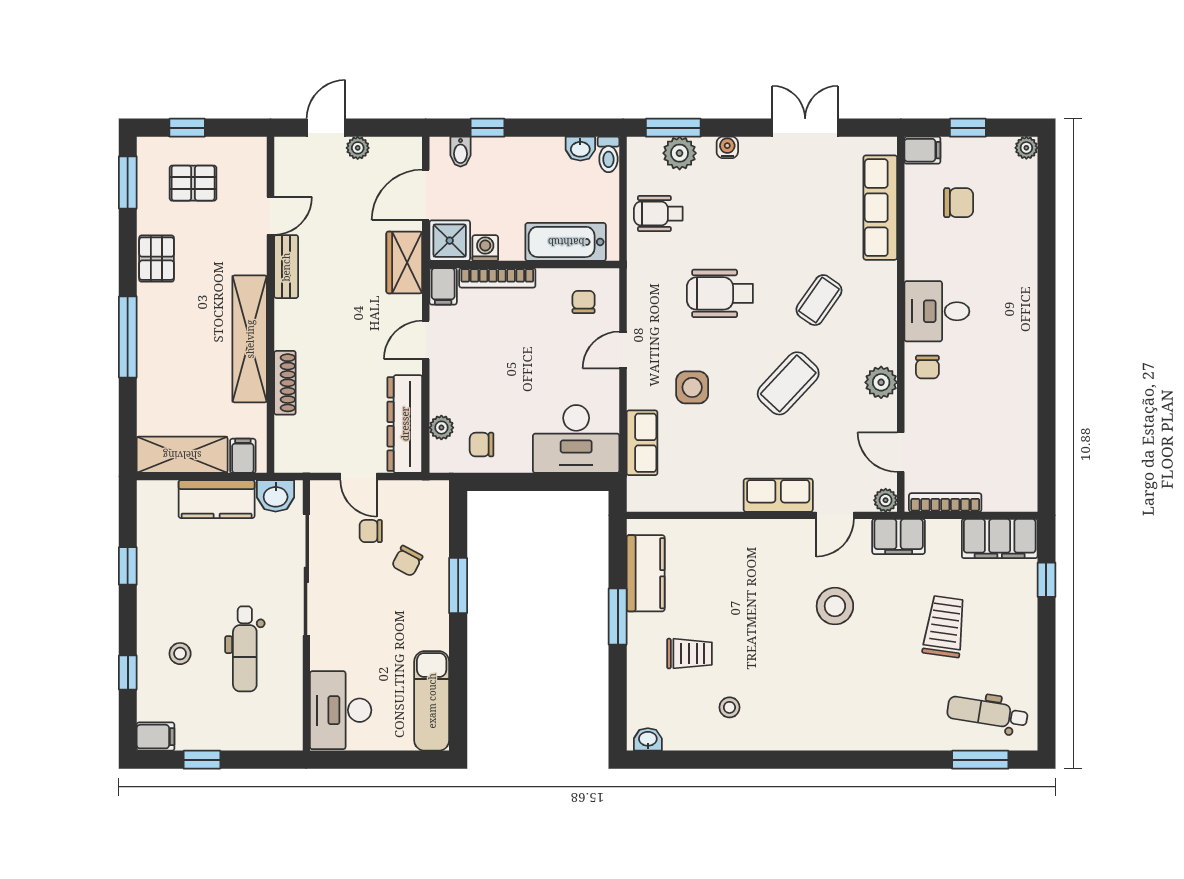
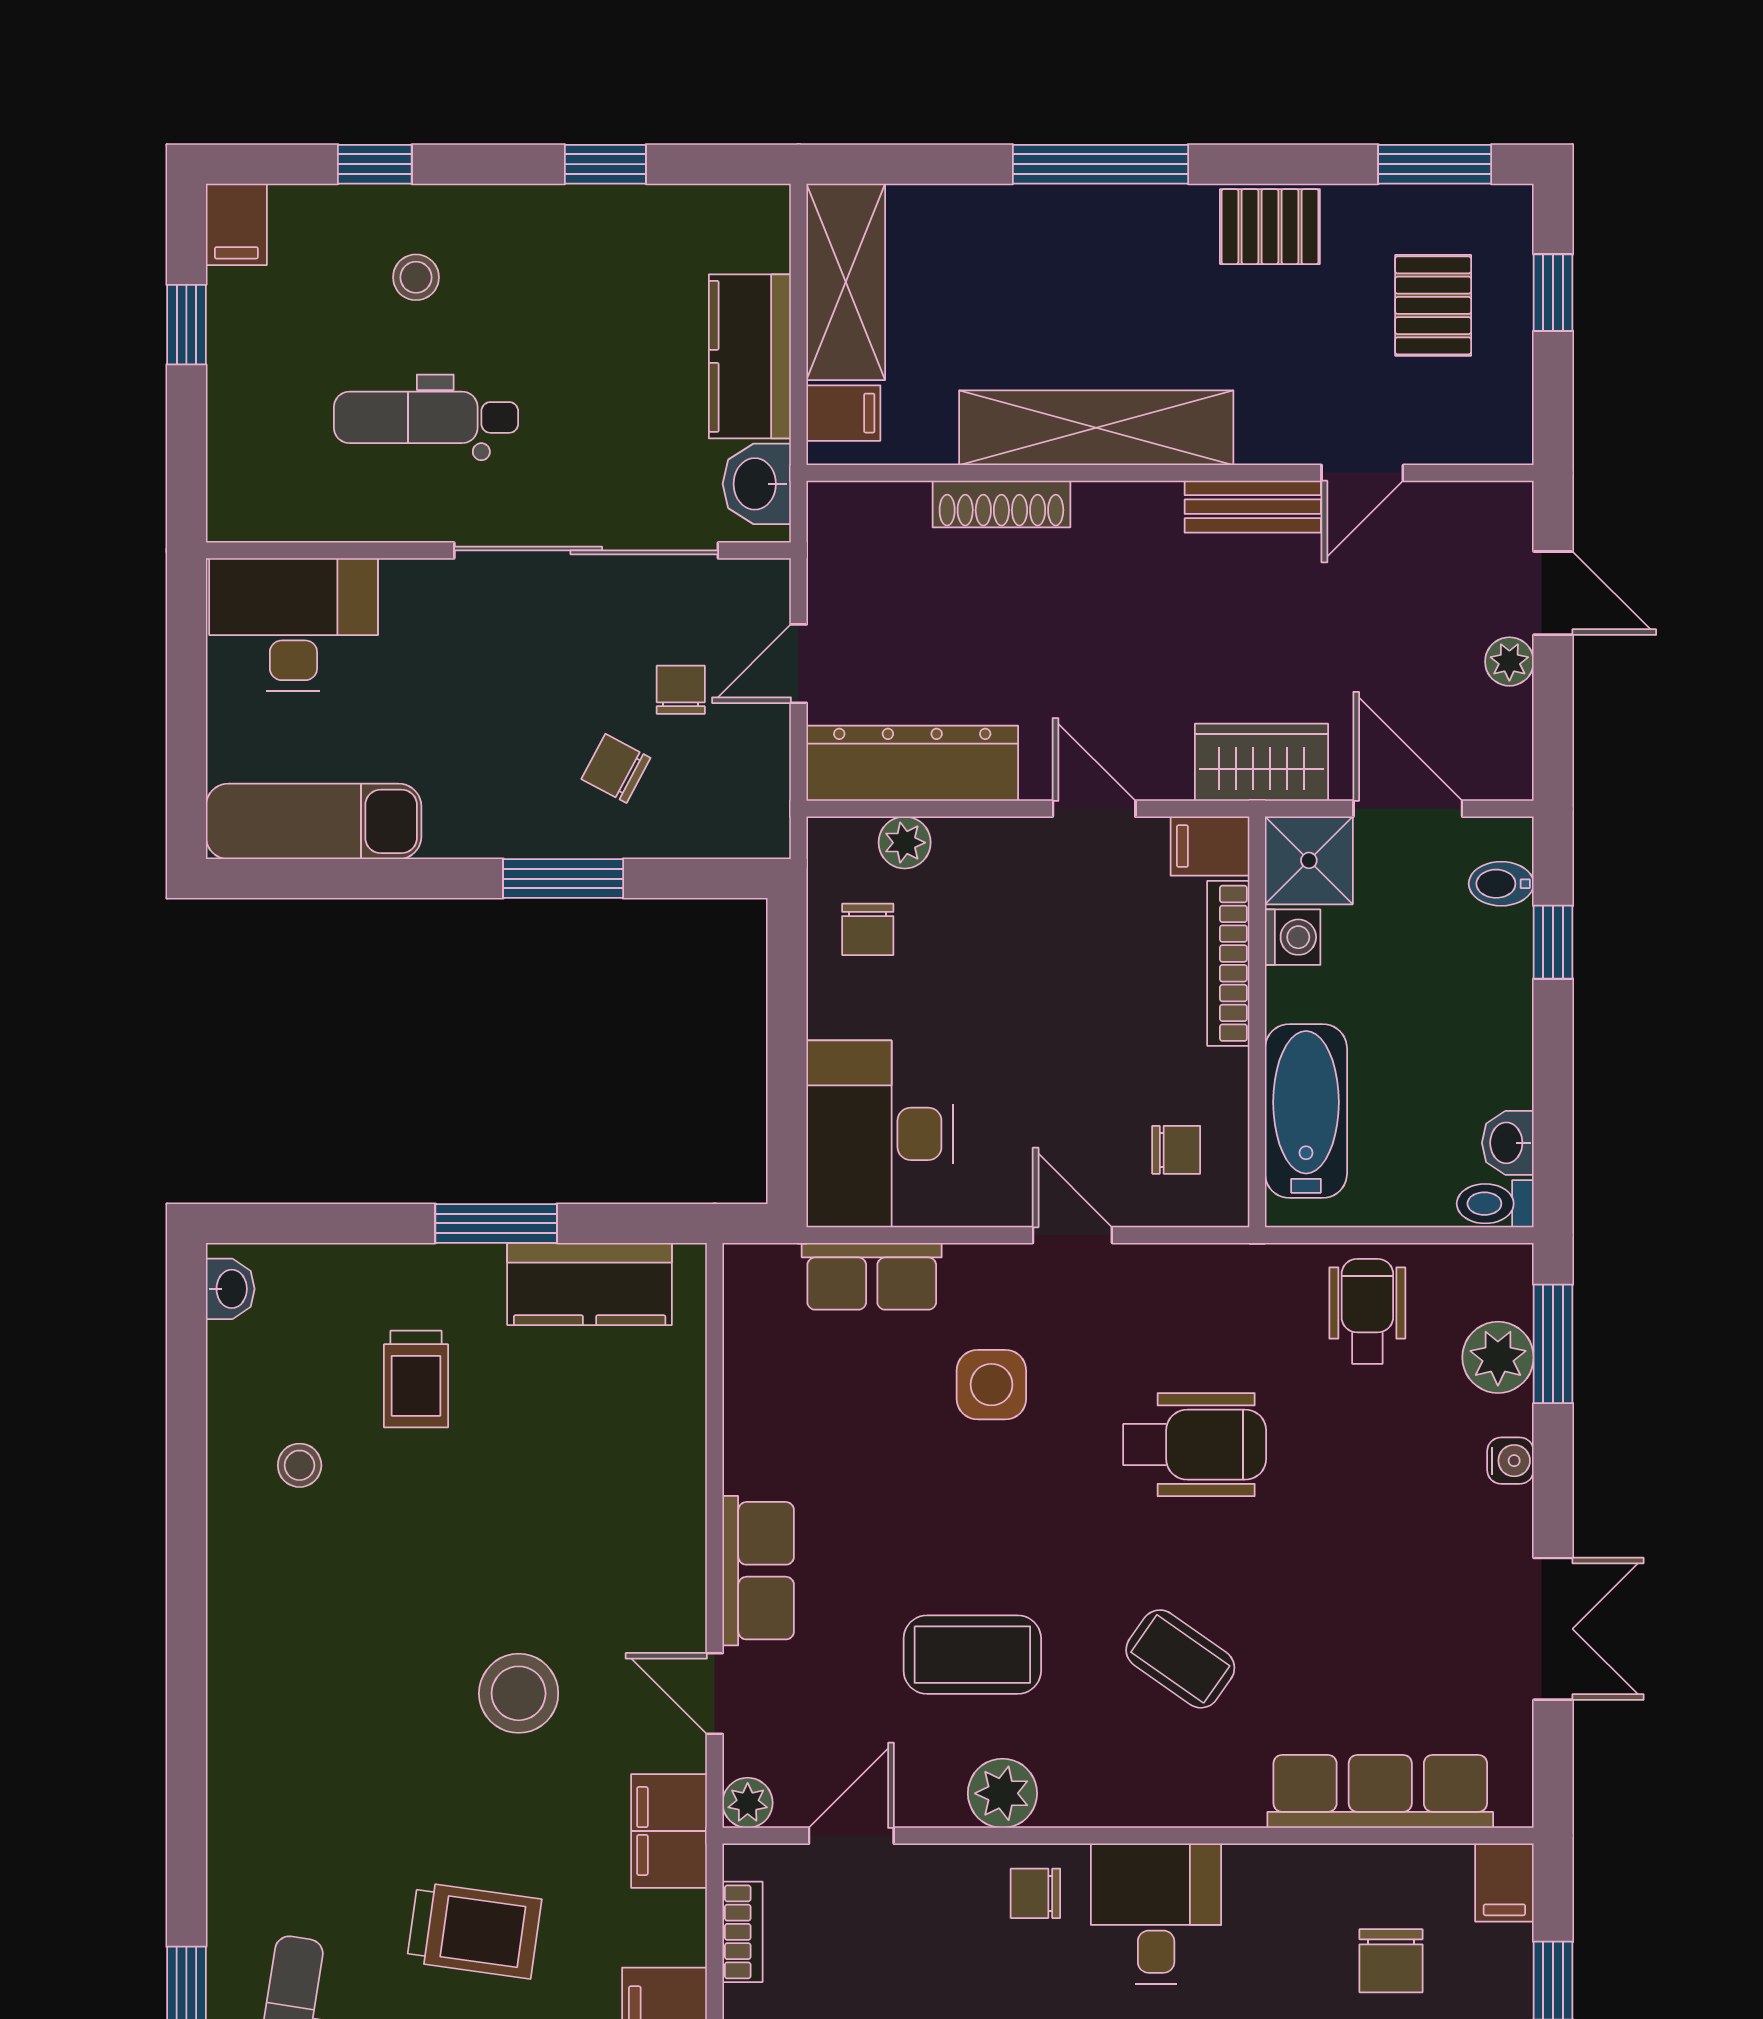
door: (270, 216) -> (1362, 473), hinge flipped
wheelchair: (720, 293) -> (1195, 1445), turned 90
coffee table: (788, 383) -> (972, 1655), moved, turned -43
chair: (482, 445) -> (868, 929), turned 180
bookcase: (945, 503) -> (743, 1932), width x0.64

